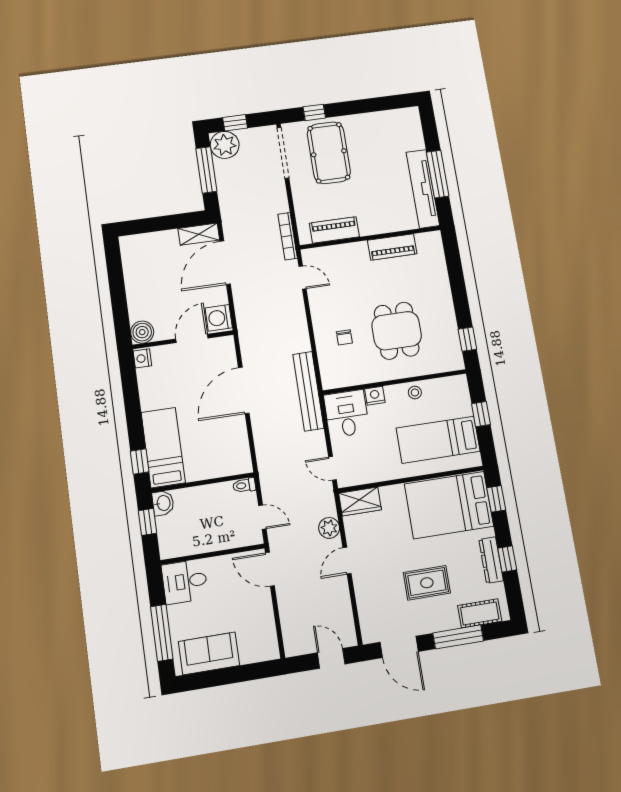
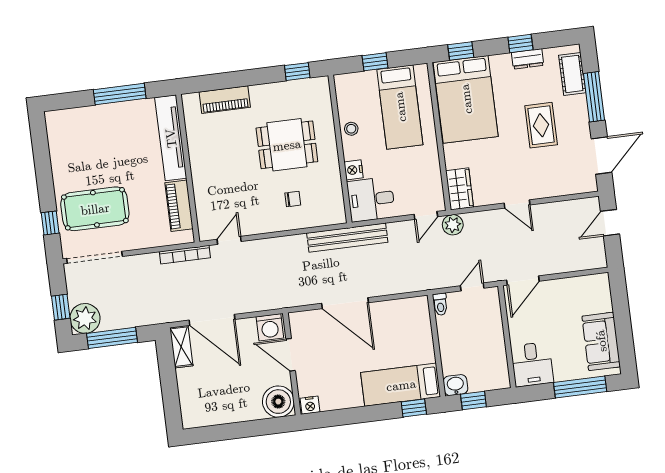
tv unit: (423, 189) -> (171, 138), moved, turned 90
piano: (392, 247) -> (225, 100), moved, turned 90
boiler: (142, 332) -> (278, 402), width x1.37, depth x1.37
plant: (329, 528) -> (453, 225), moved
dresser: (491, 560) -> (528, 59), width x0.70

